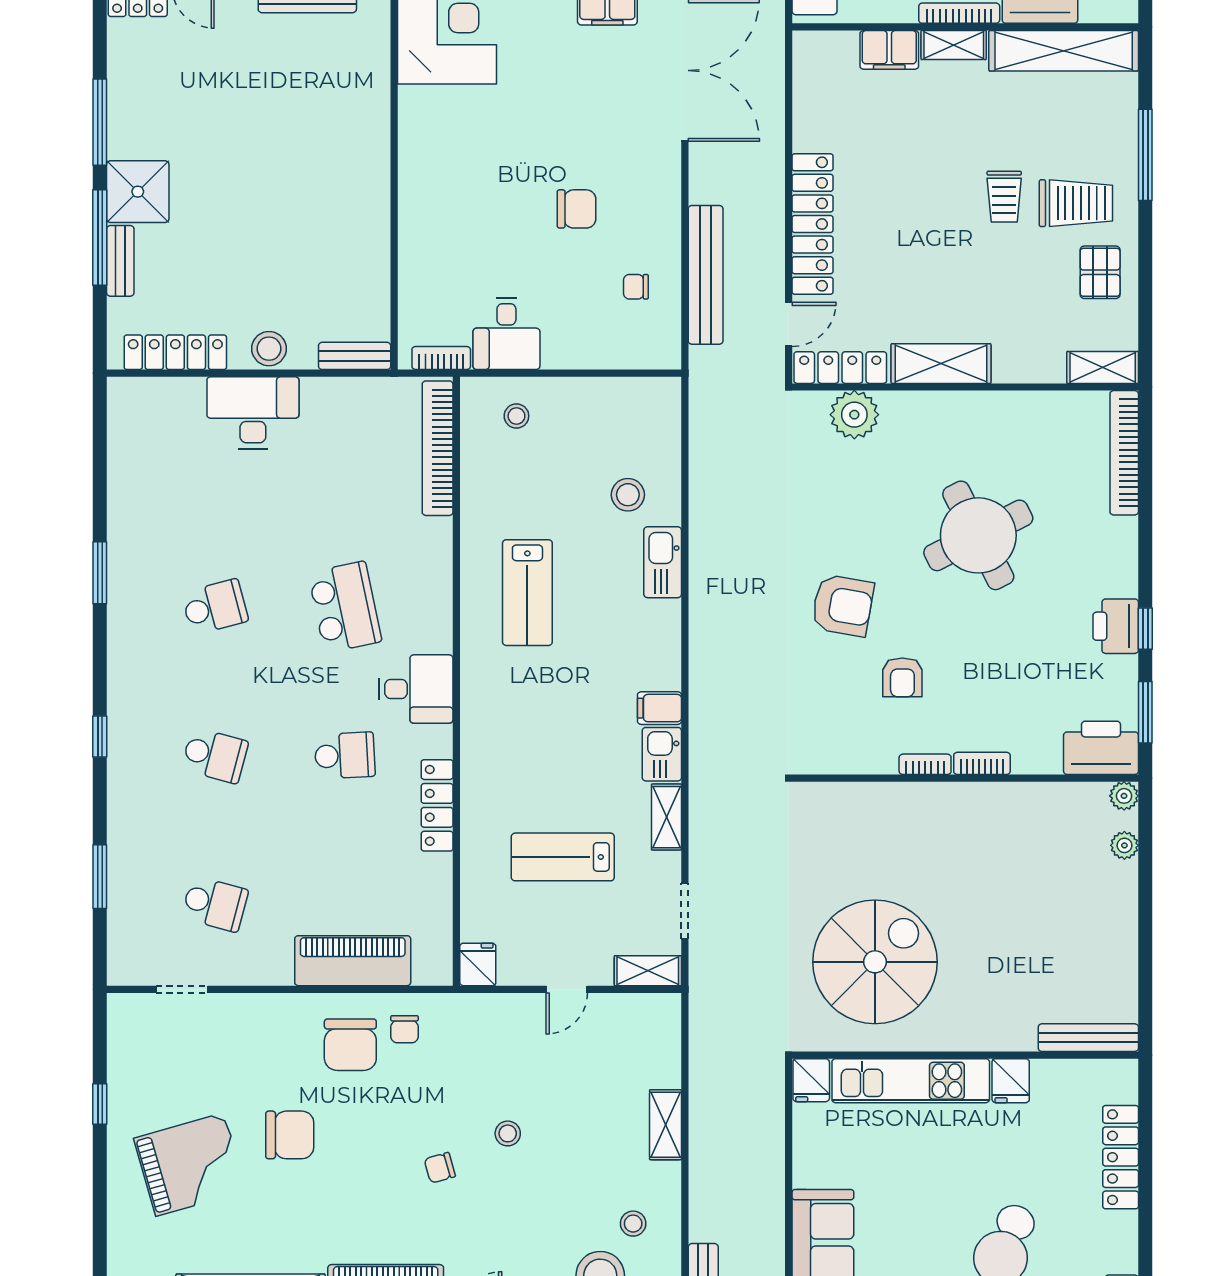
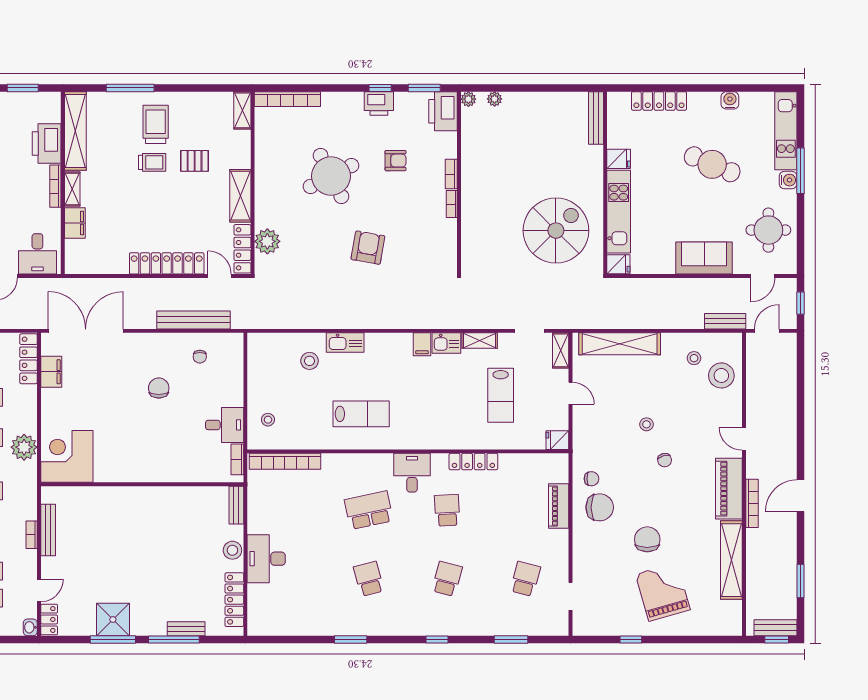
shower: (138, 192) -> (113, 619), moved
pallet: (1100, 272) -> (195, 161), moved
armchair: (902, 677) -> (396, 161), moved
piano: (353, 961) -> (559, 506), width x0.73, depth x0.75
spiral stairs: (875, 962) -> (556, 231), turned 90
shelving: (666, 1125) -> (620, 344), width x2.20, depth x1.33

